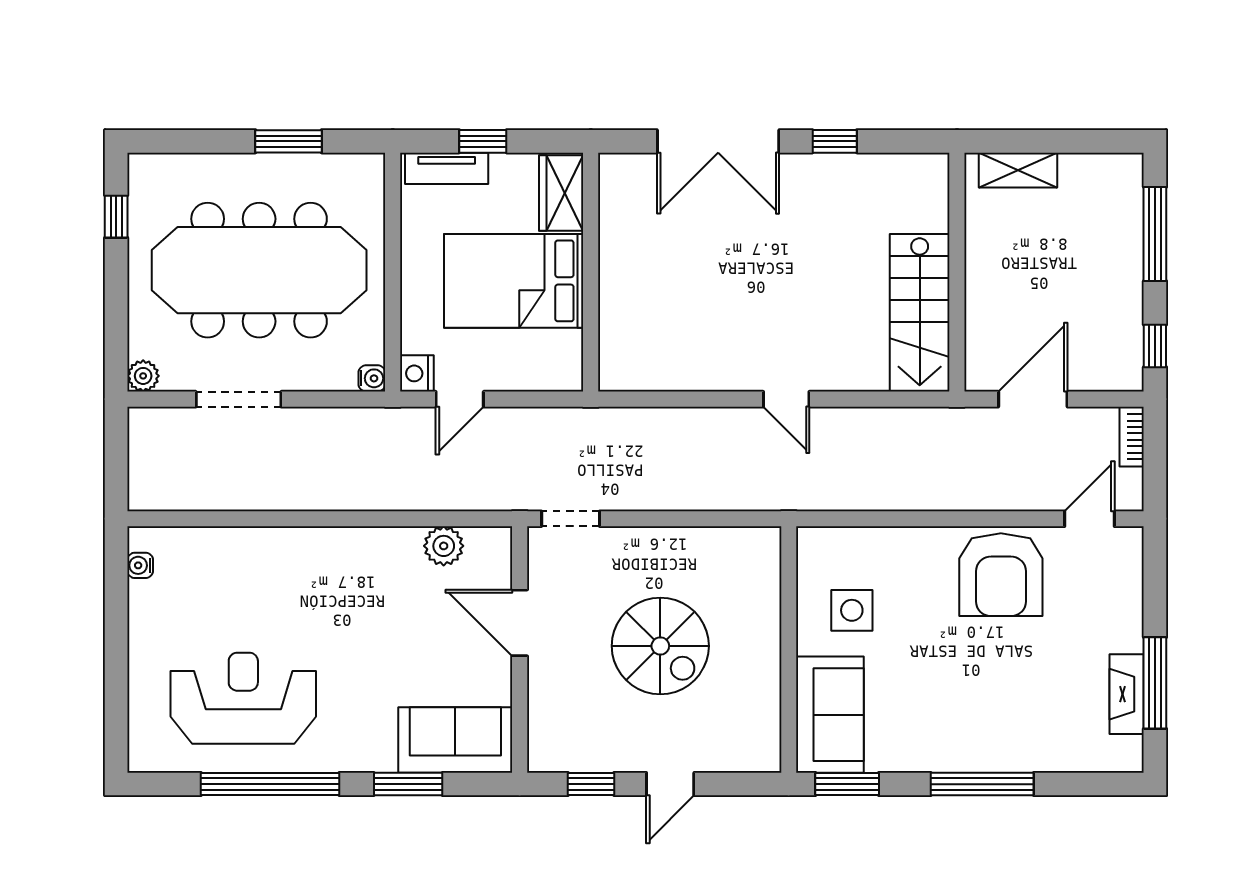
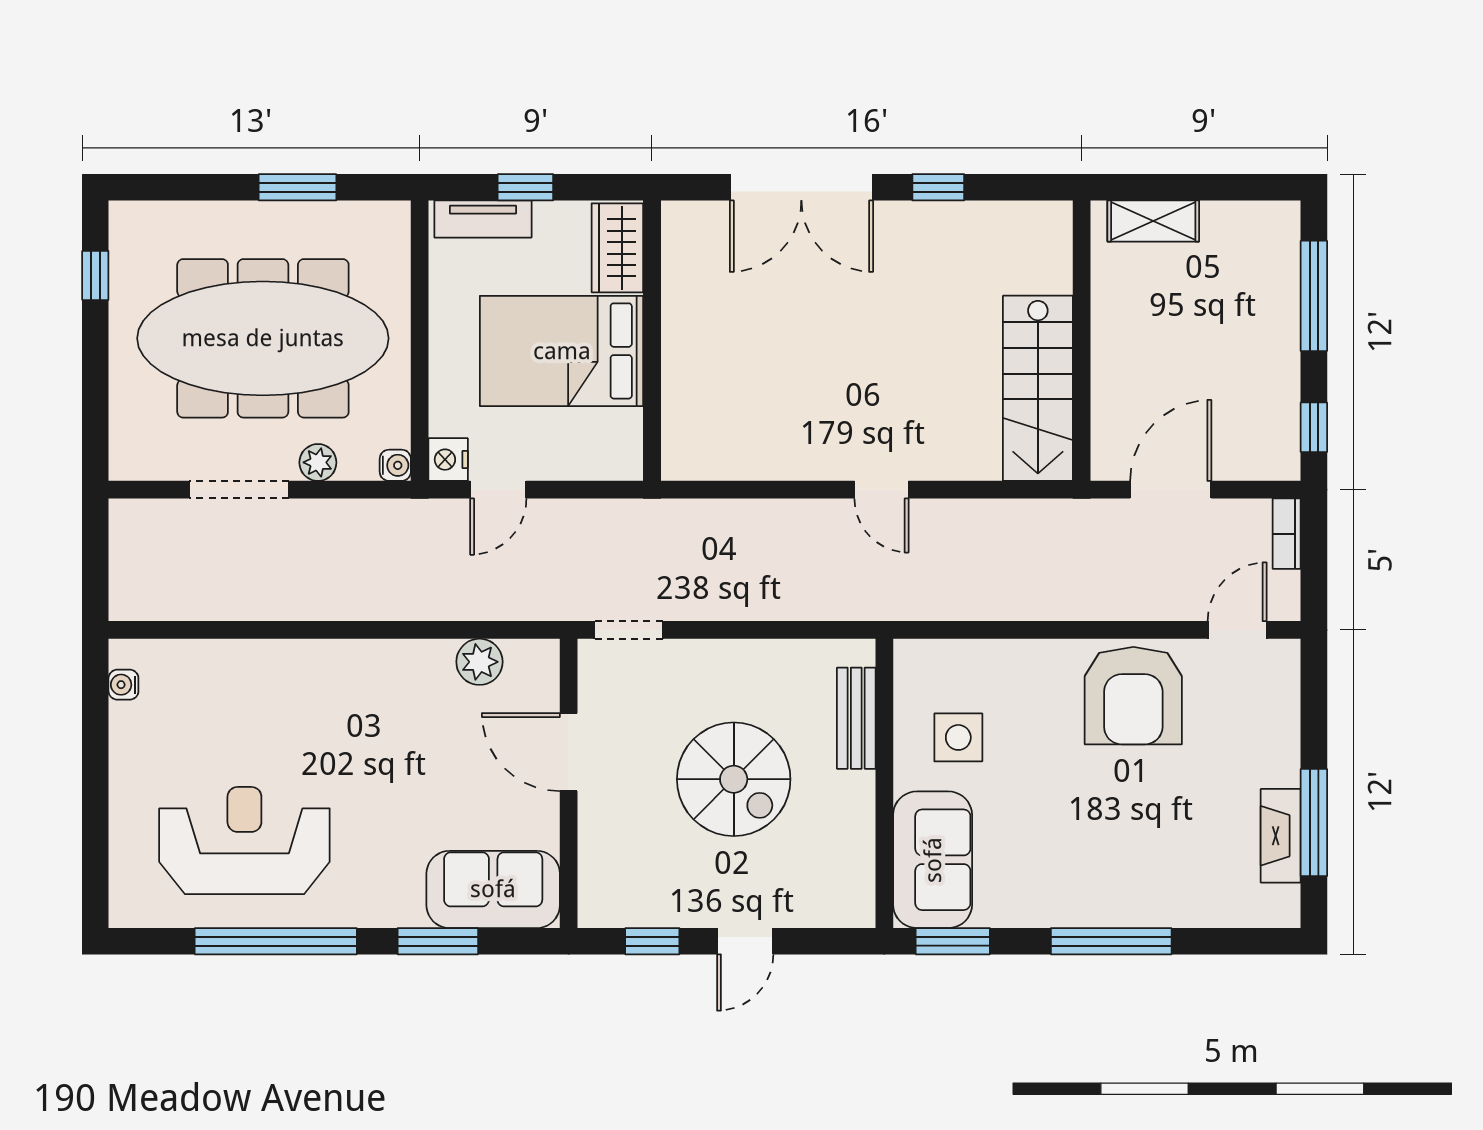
plant: (143, 376) -> (318, 462), moved
bench: (765, 594) -> (856, 718), added

